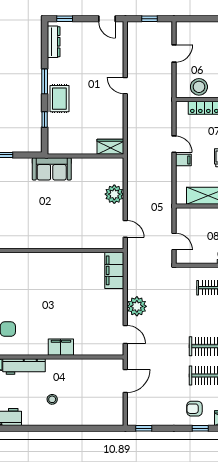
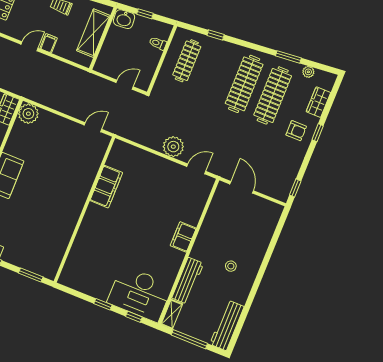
plant: (114, 194) -> (28, 114), moved
filing cabinet: (114, 270) -> (106, 187), moved, turned -90
armchair: (194, 409) -> (296, 131), turned -90

